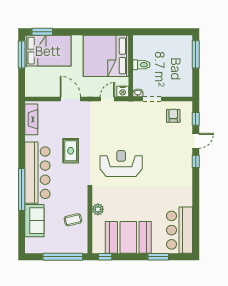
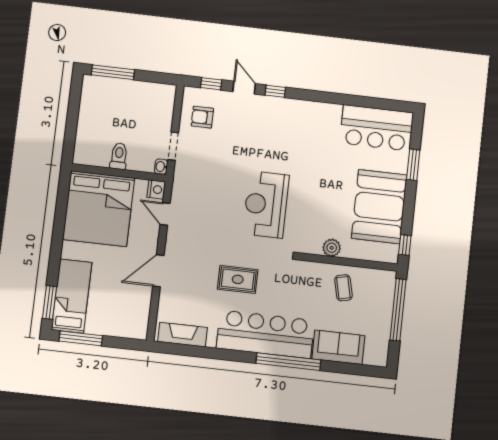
bed: (48, 51) -> (72, 296), width x0.67

